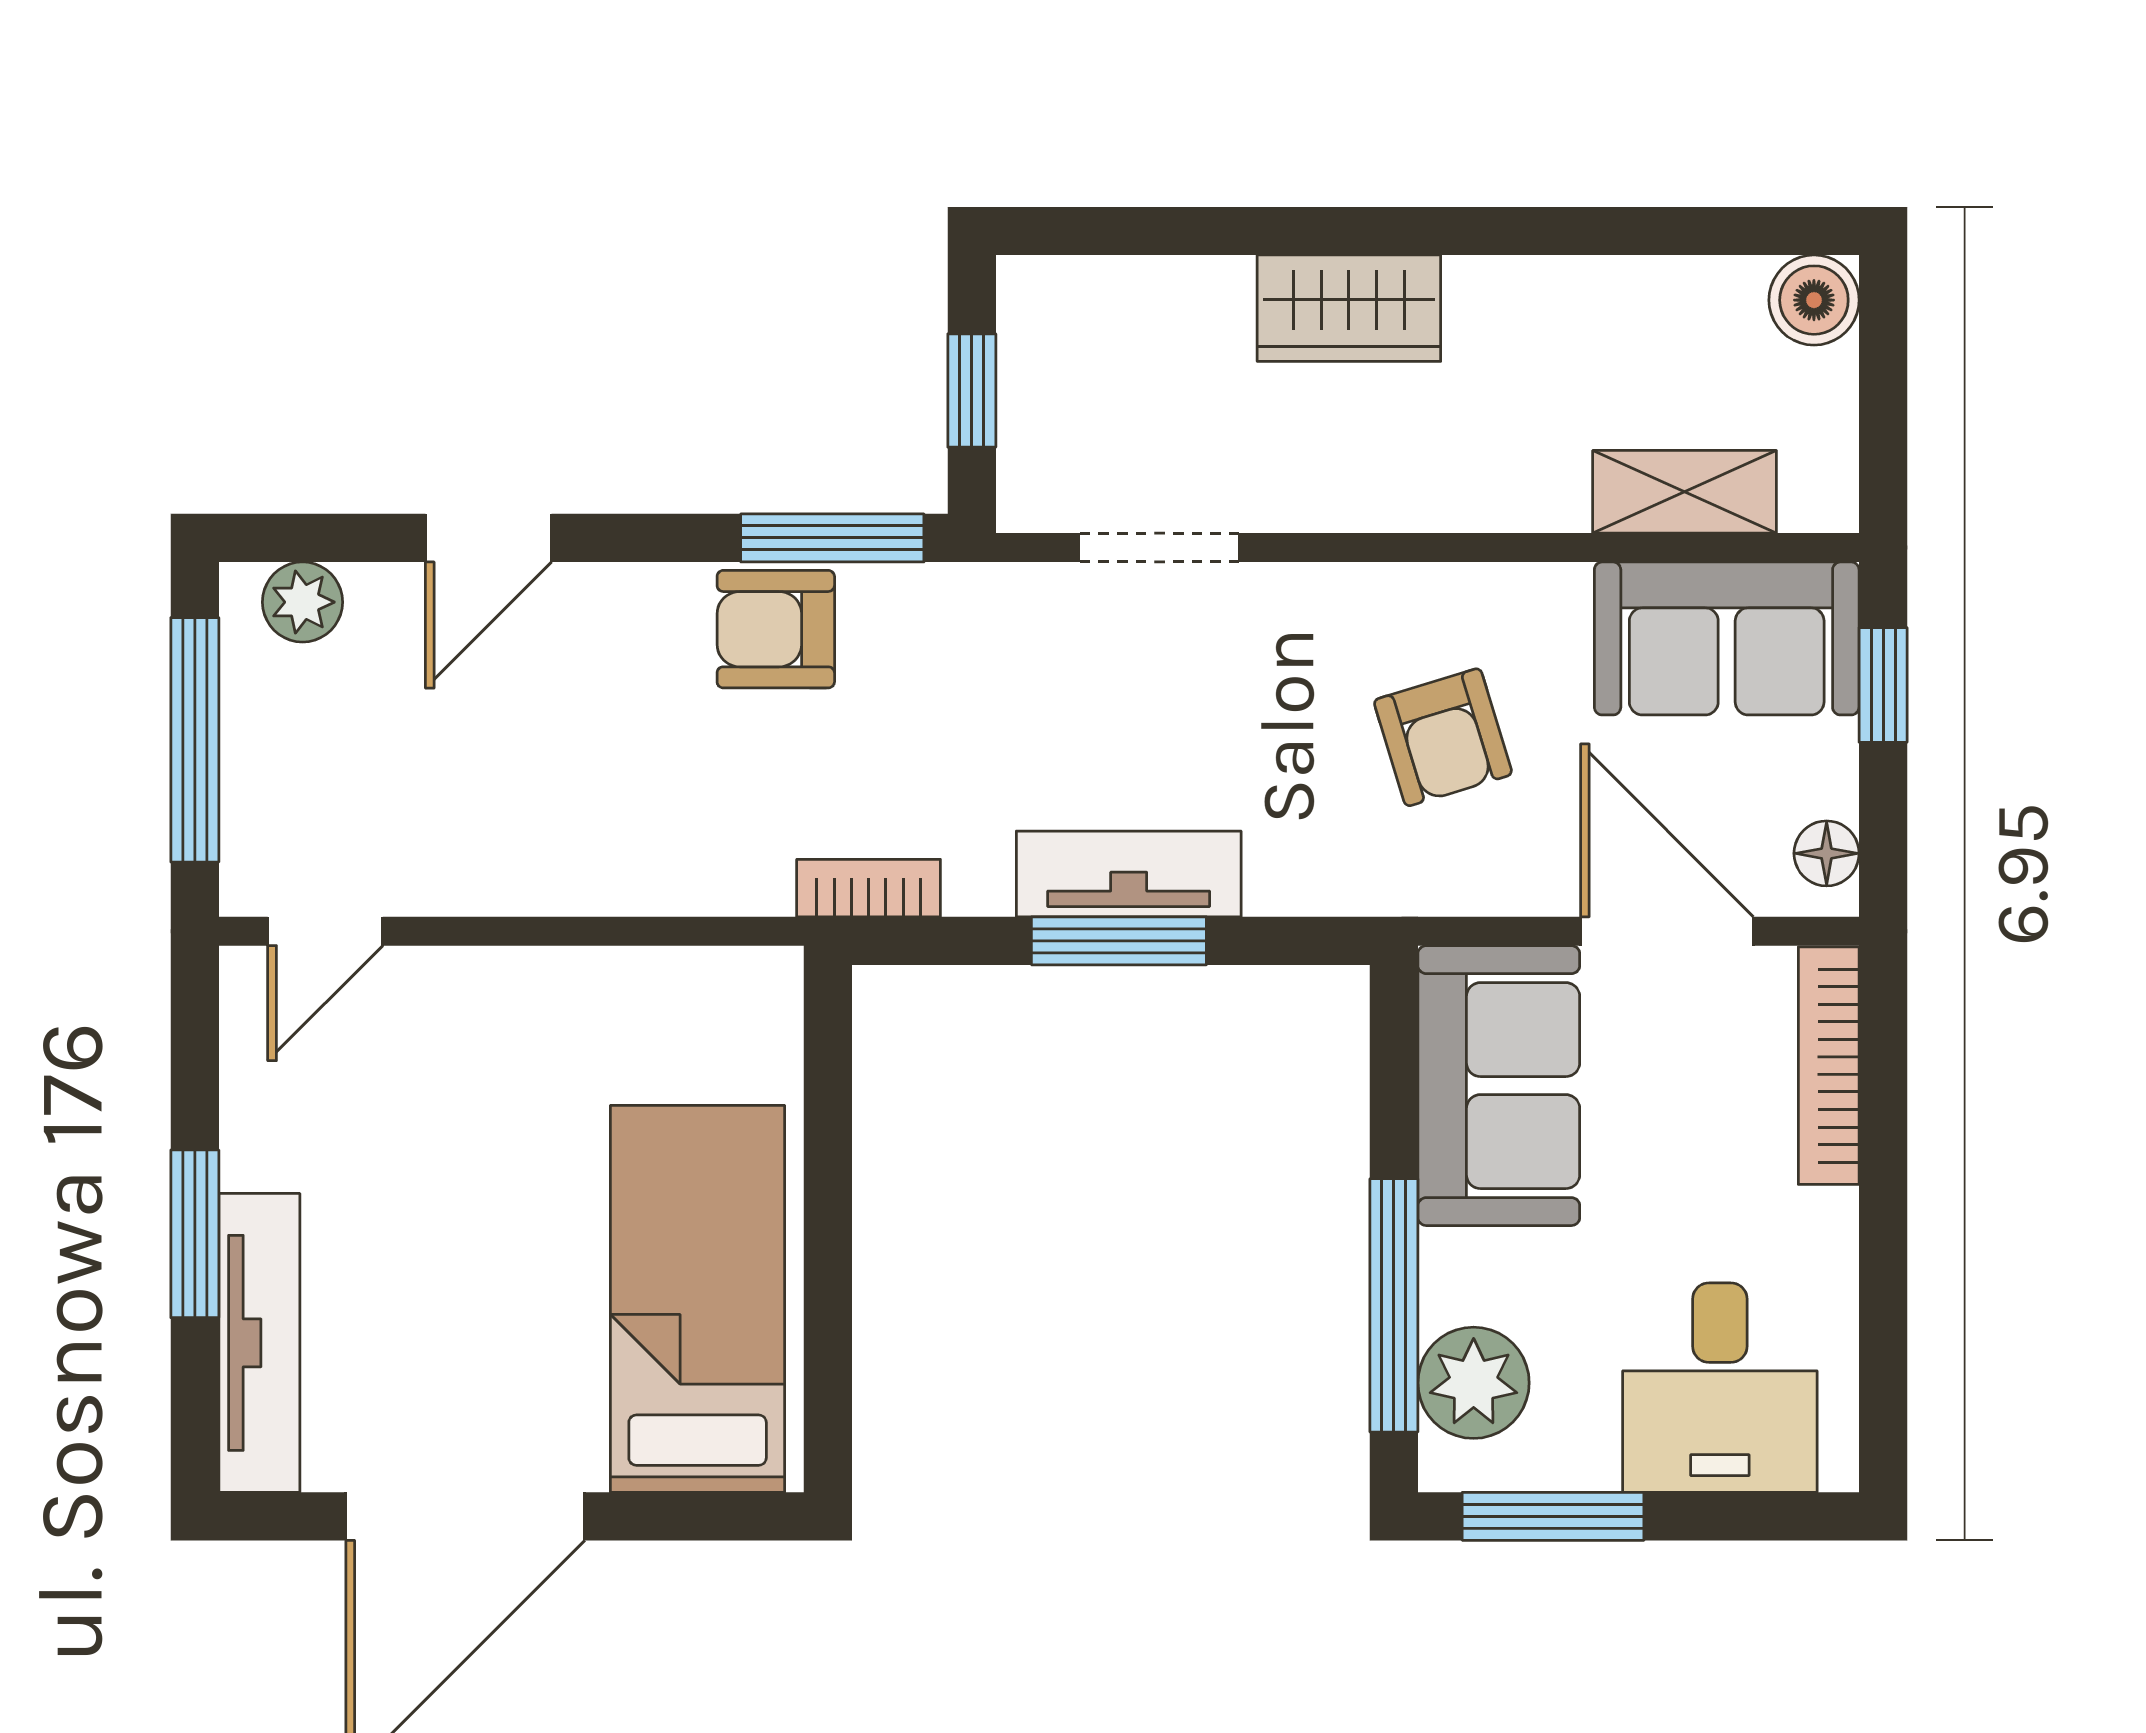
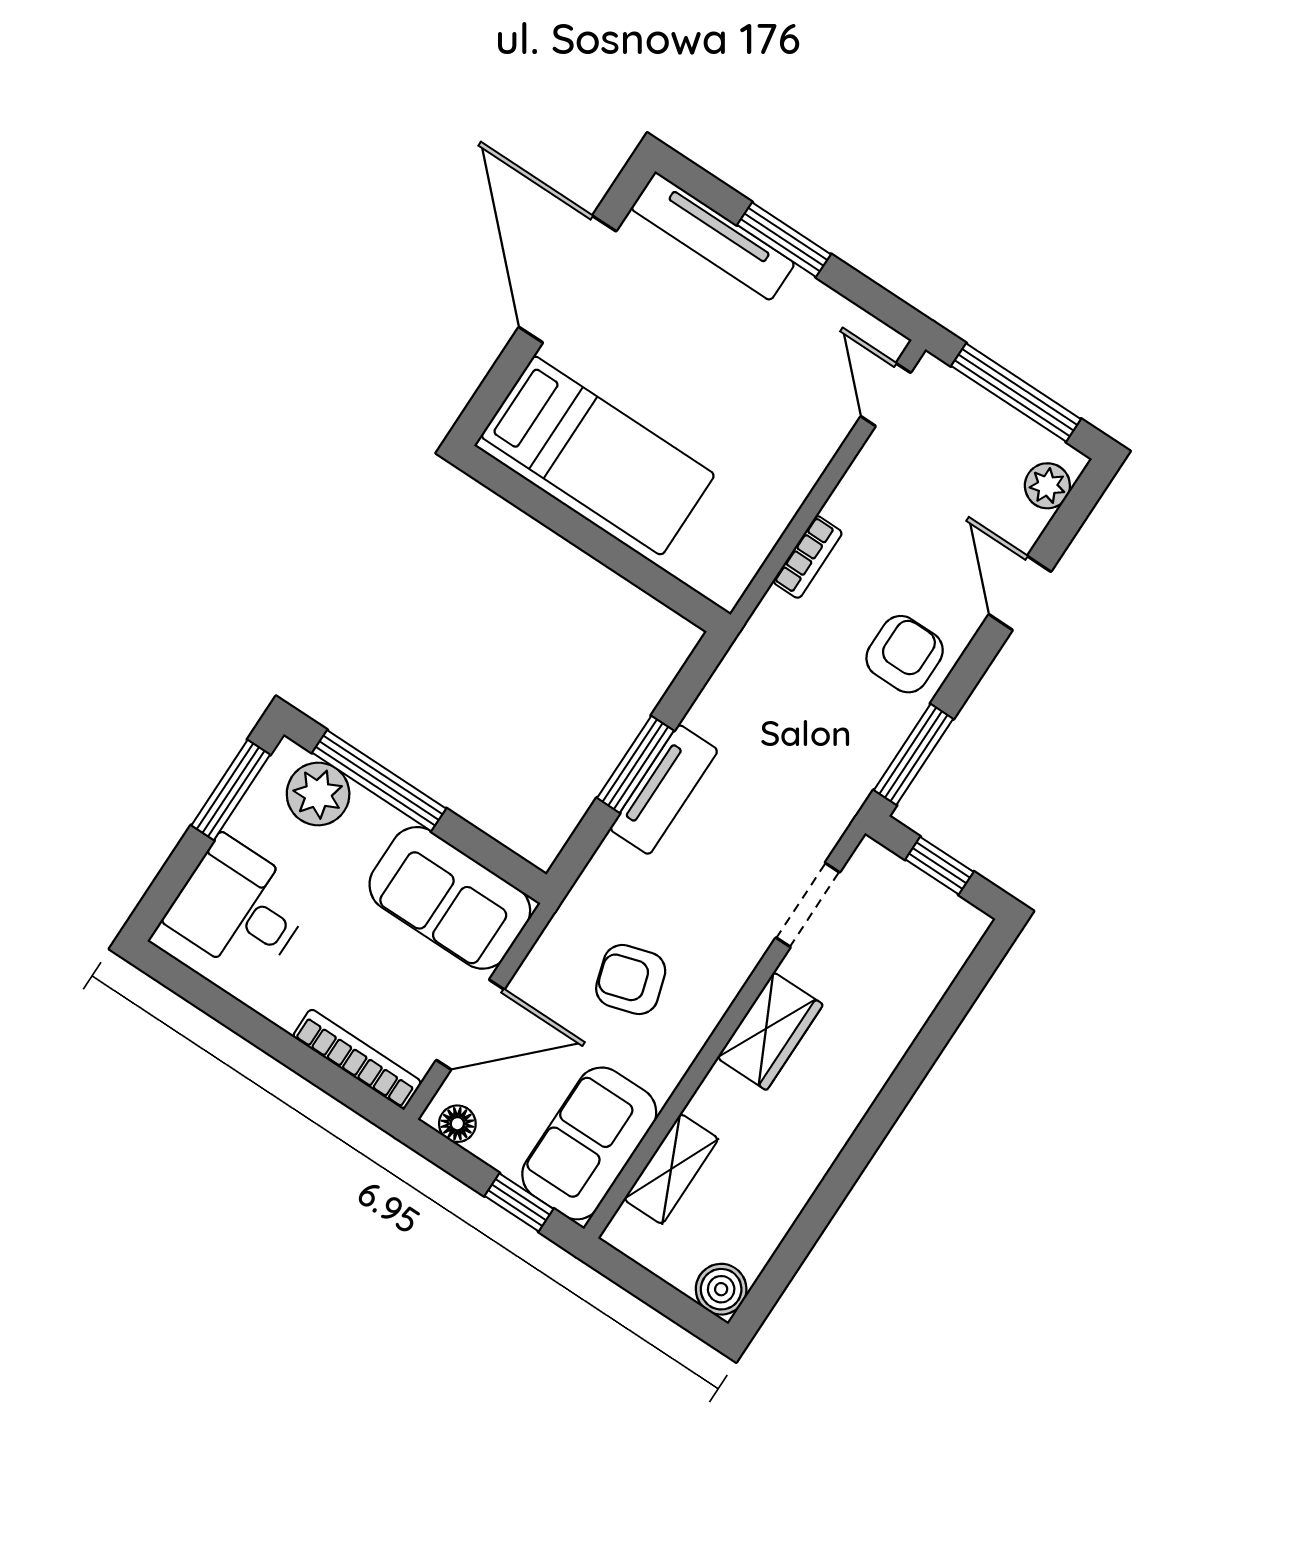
wardrobe: (1349, 308) -> (770, 1031), moved, turned 180
armchair: (776, 629) -> (905, 654), moved
bookcase: (869, 888) -> (808, 557), moved

